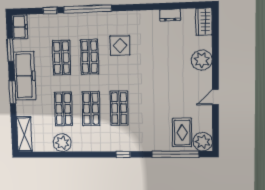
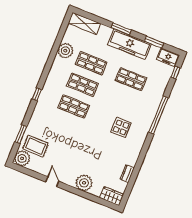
window: (50, 10) -> (176, 72), moved
shop shelf: (90, 57) -> (122, 101), removed
window: (175, 154) -> (21, 134), width x0.47

